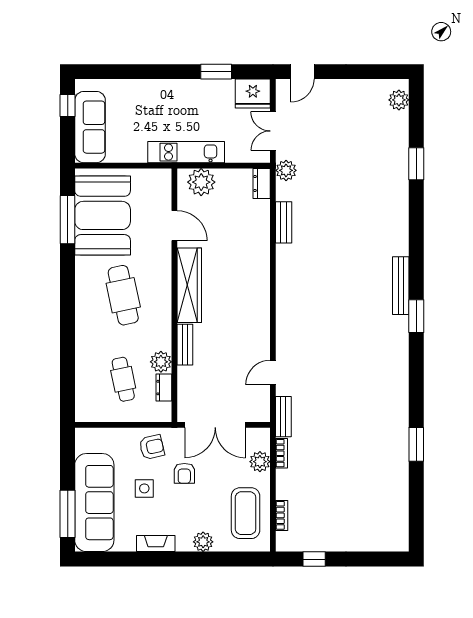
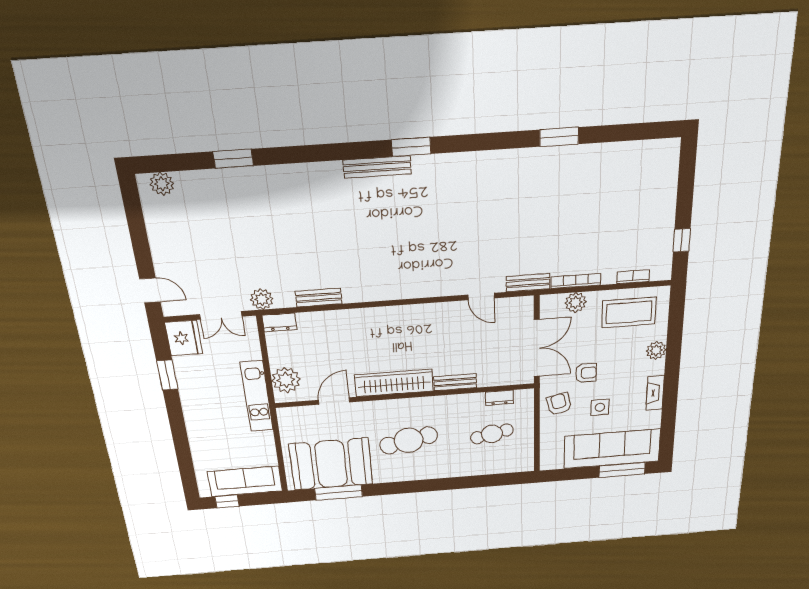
plant: (161, 362) -> (473, 402), removed
bookcase: (282, 453) -> (576, 281), width x1.56

